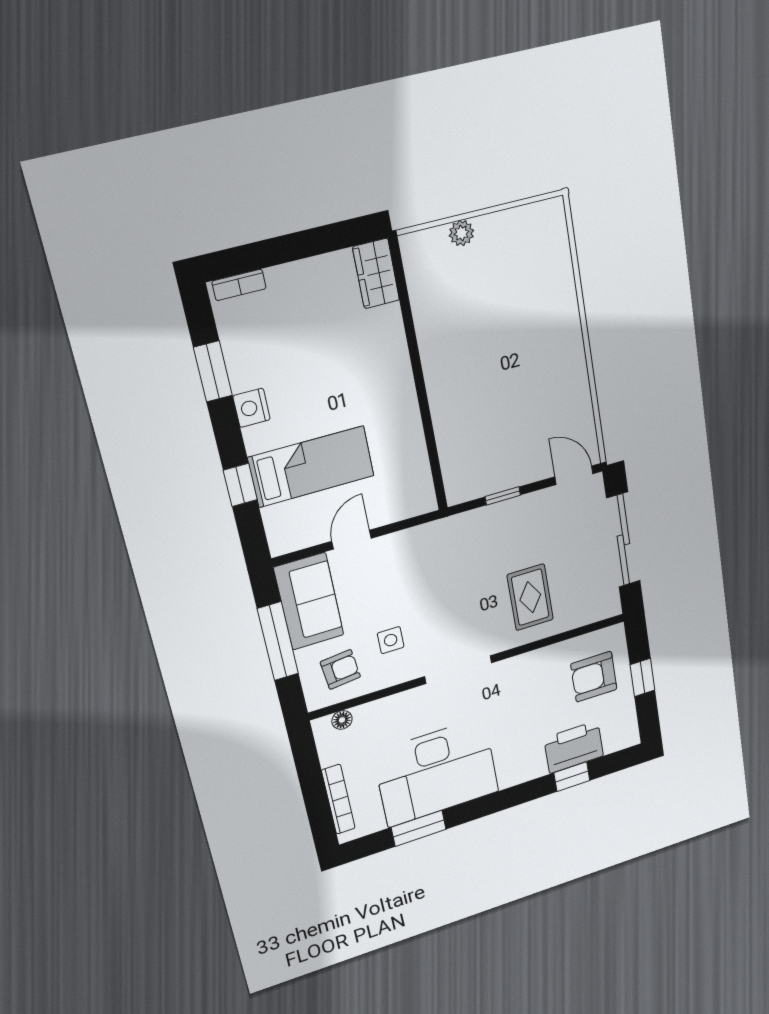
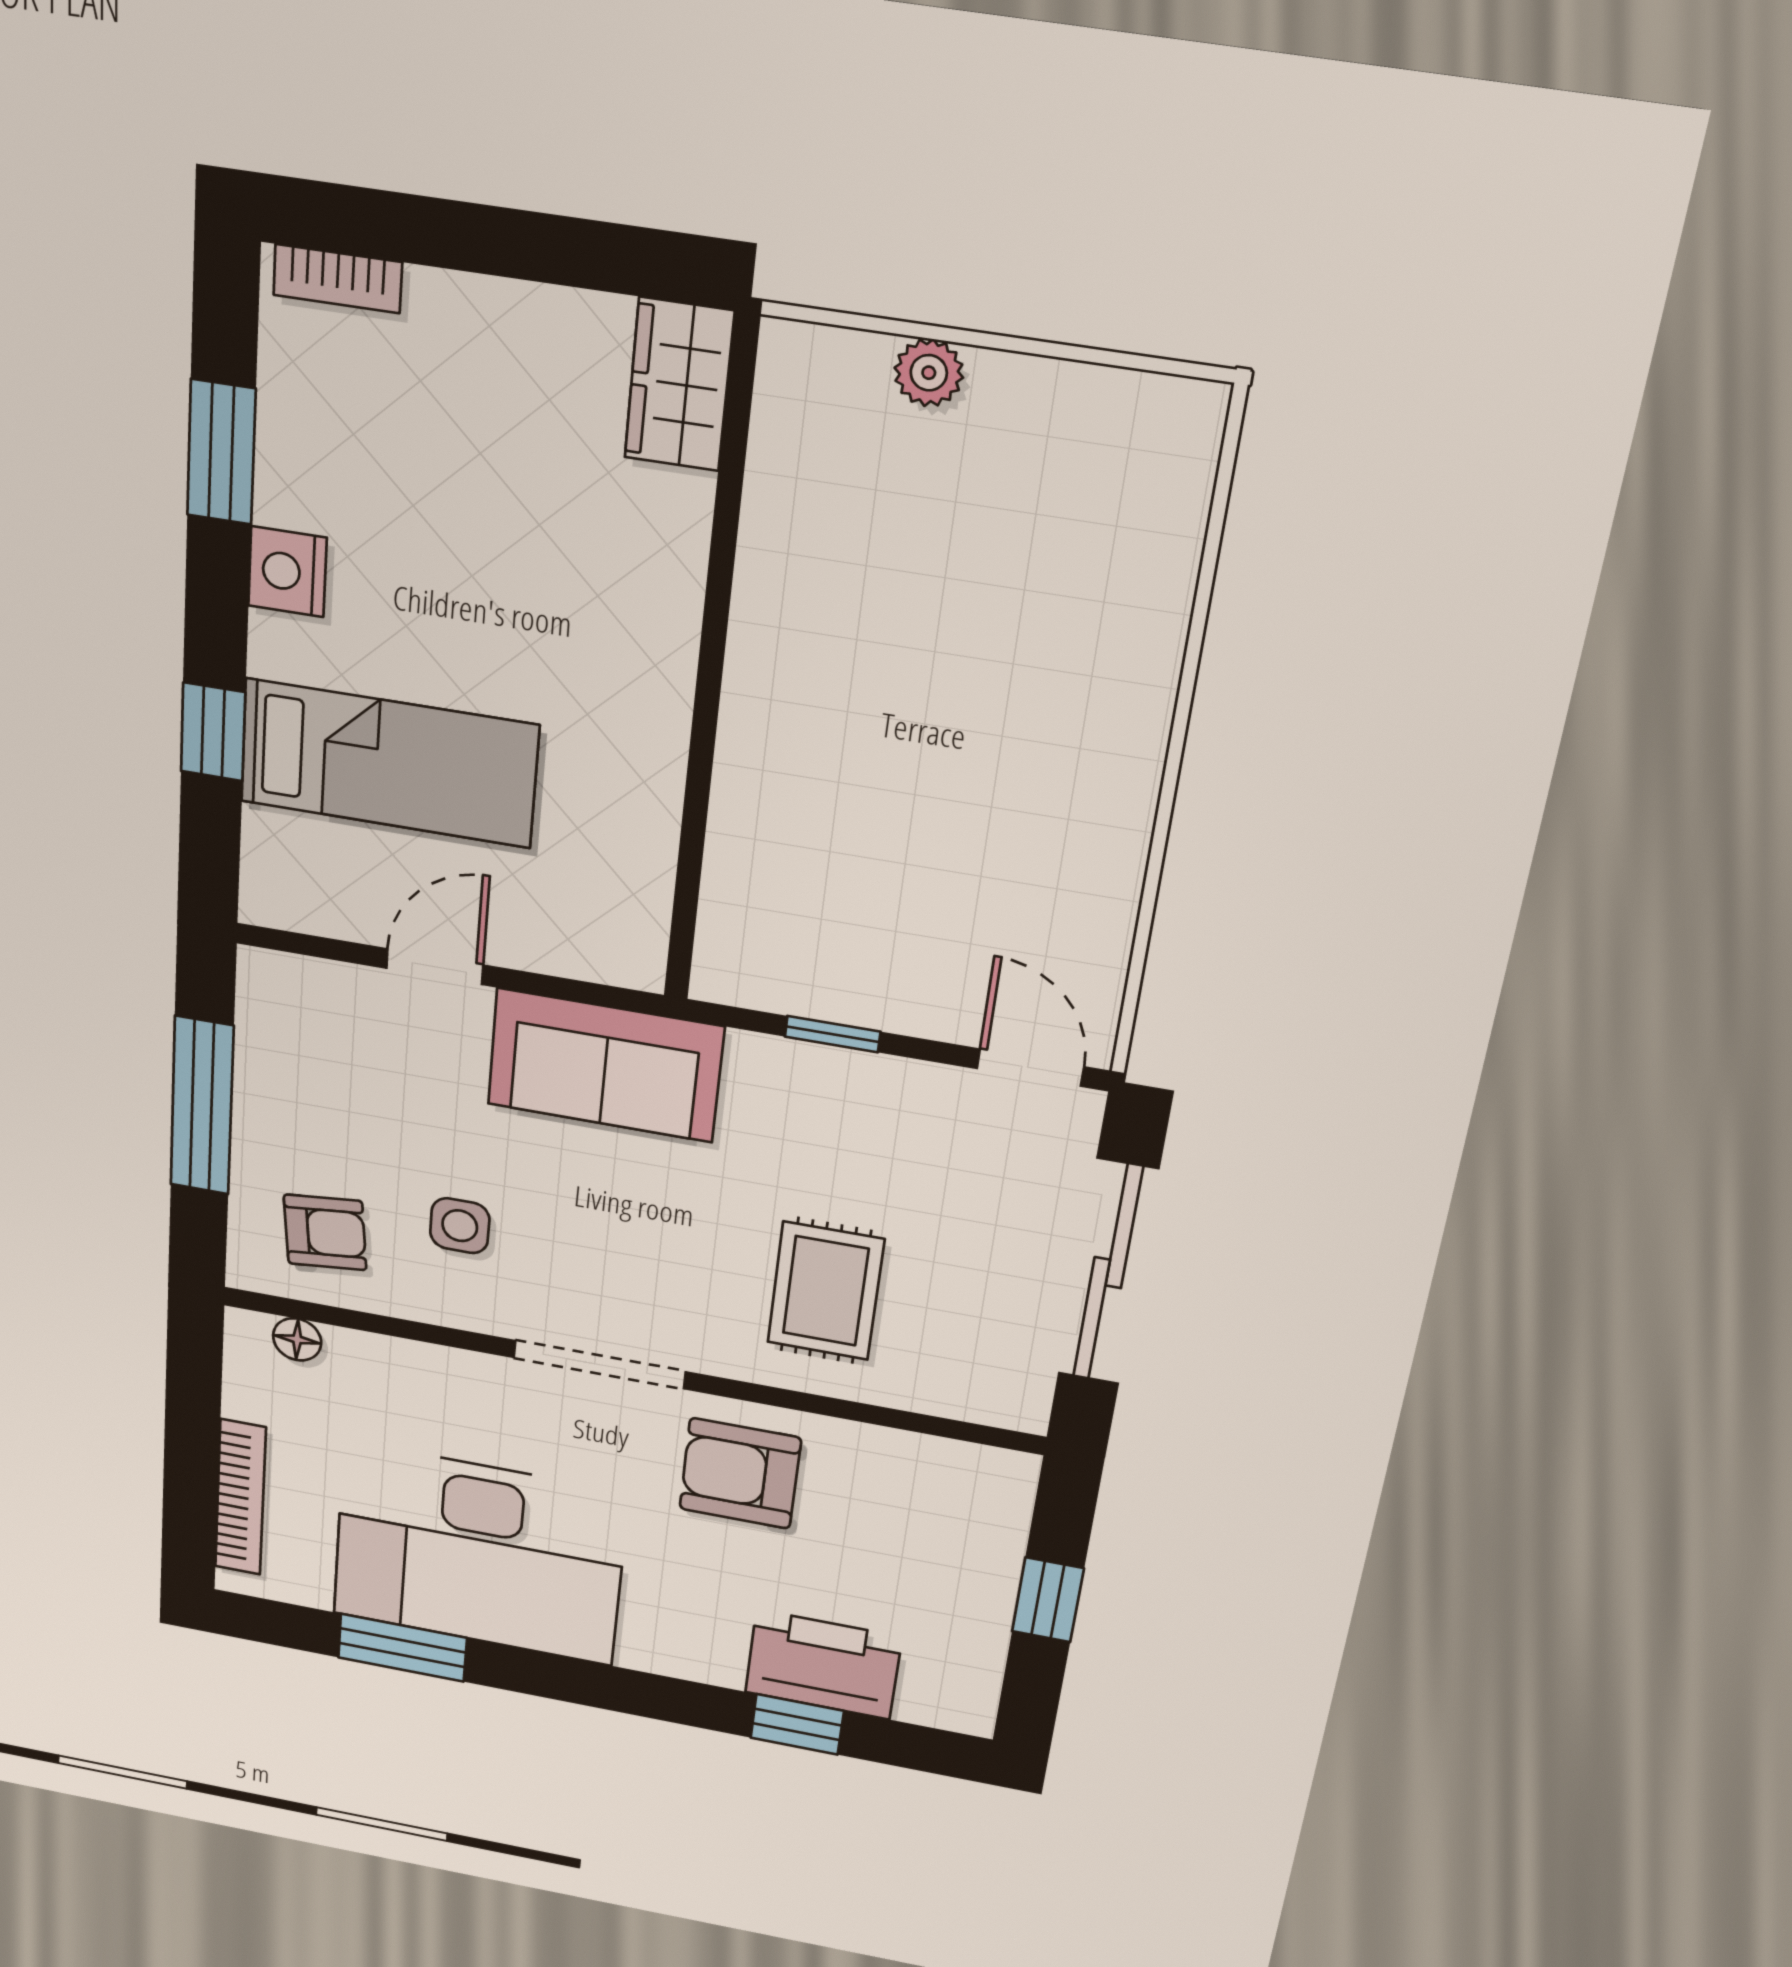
sofa: (309, 601) -> (605, 1066), moved, turned 90
armchair: (594, 677) -> (740, 1473), moved

